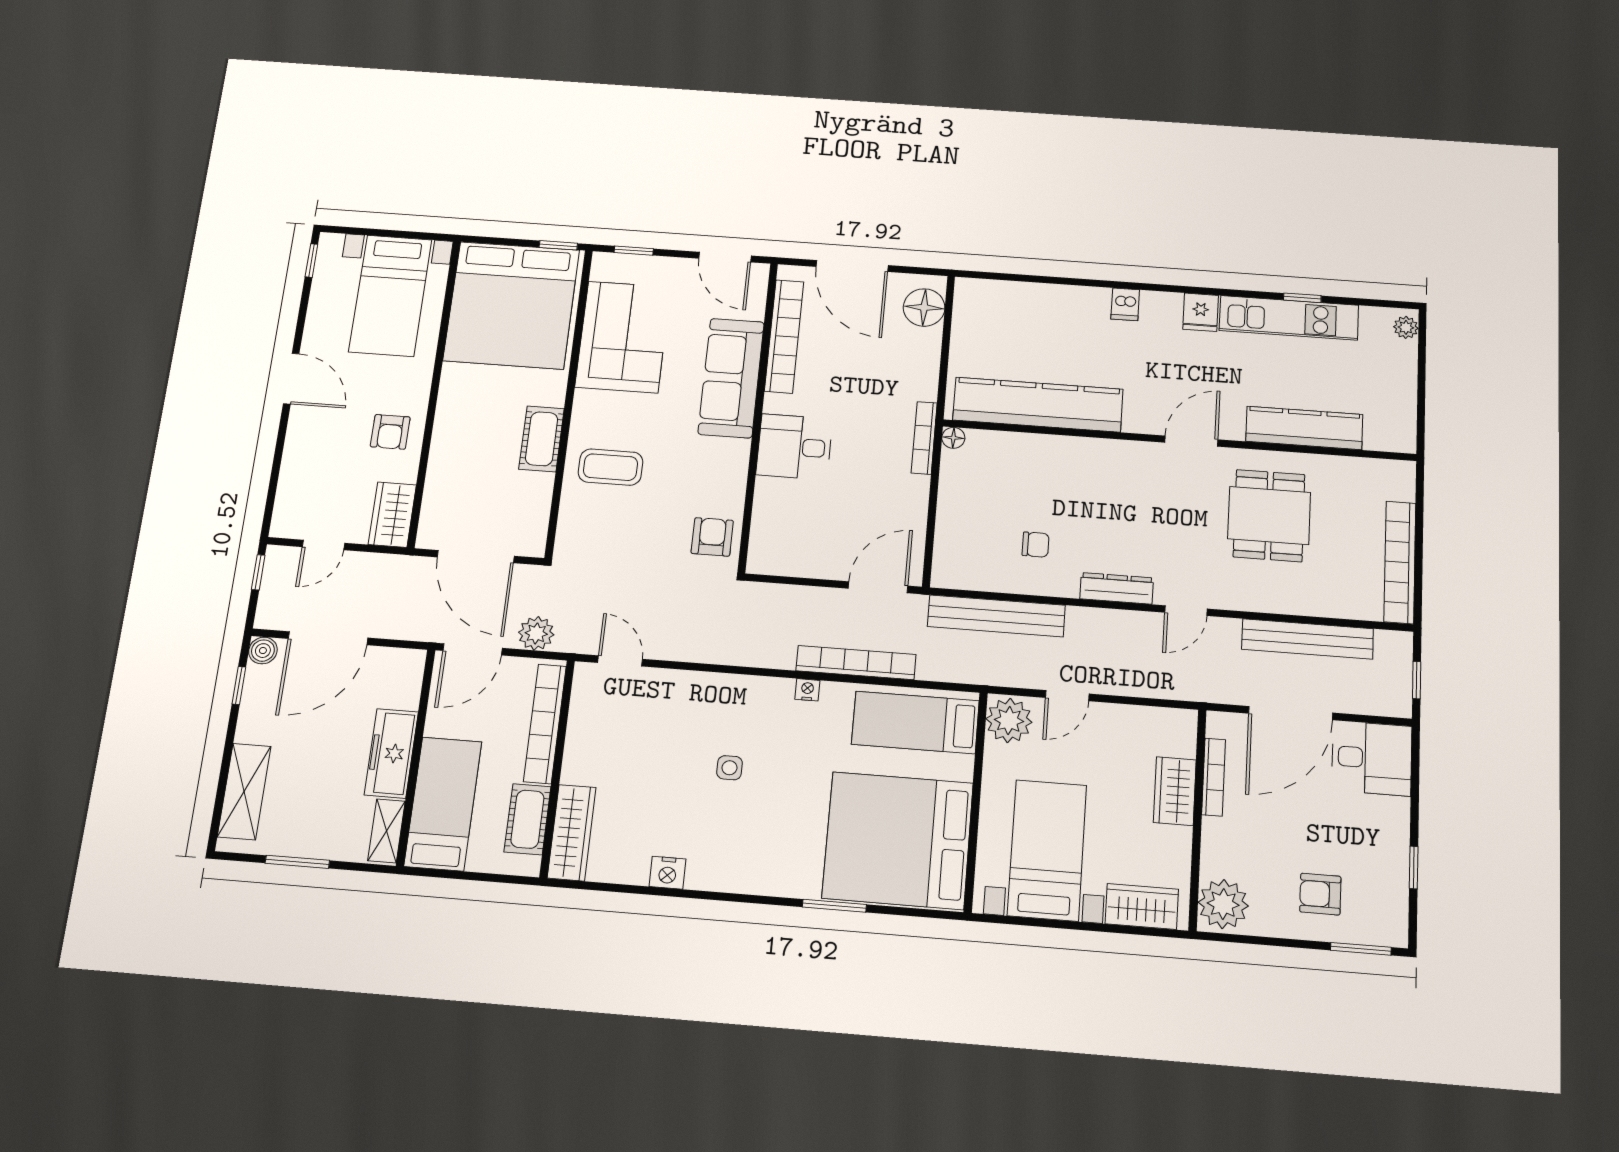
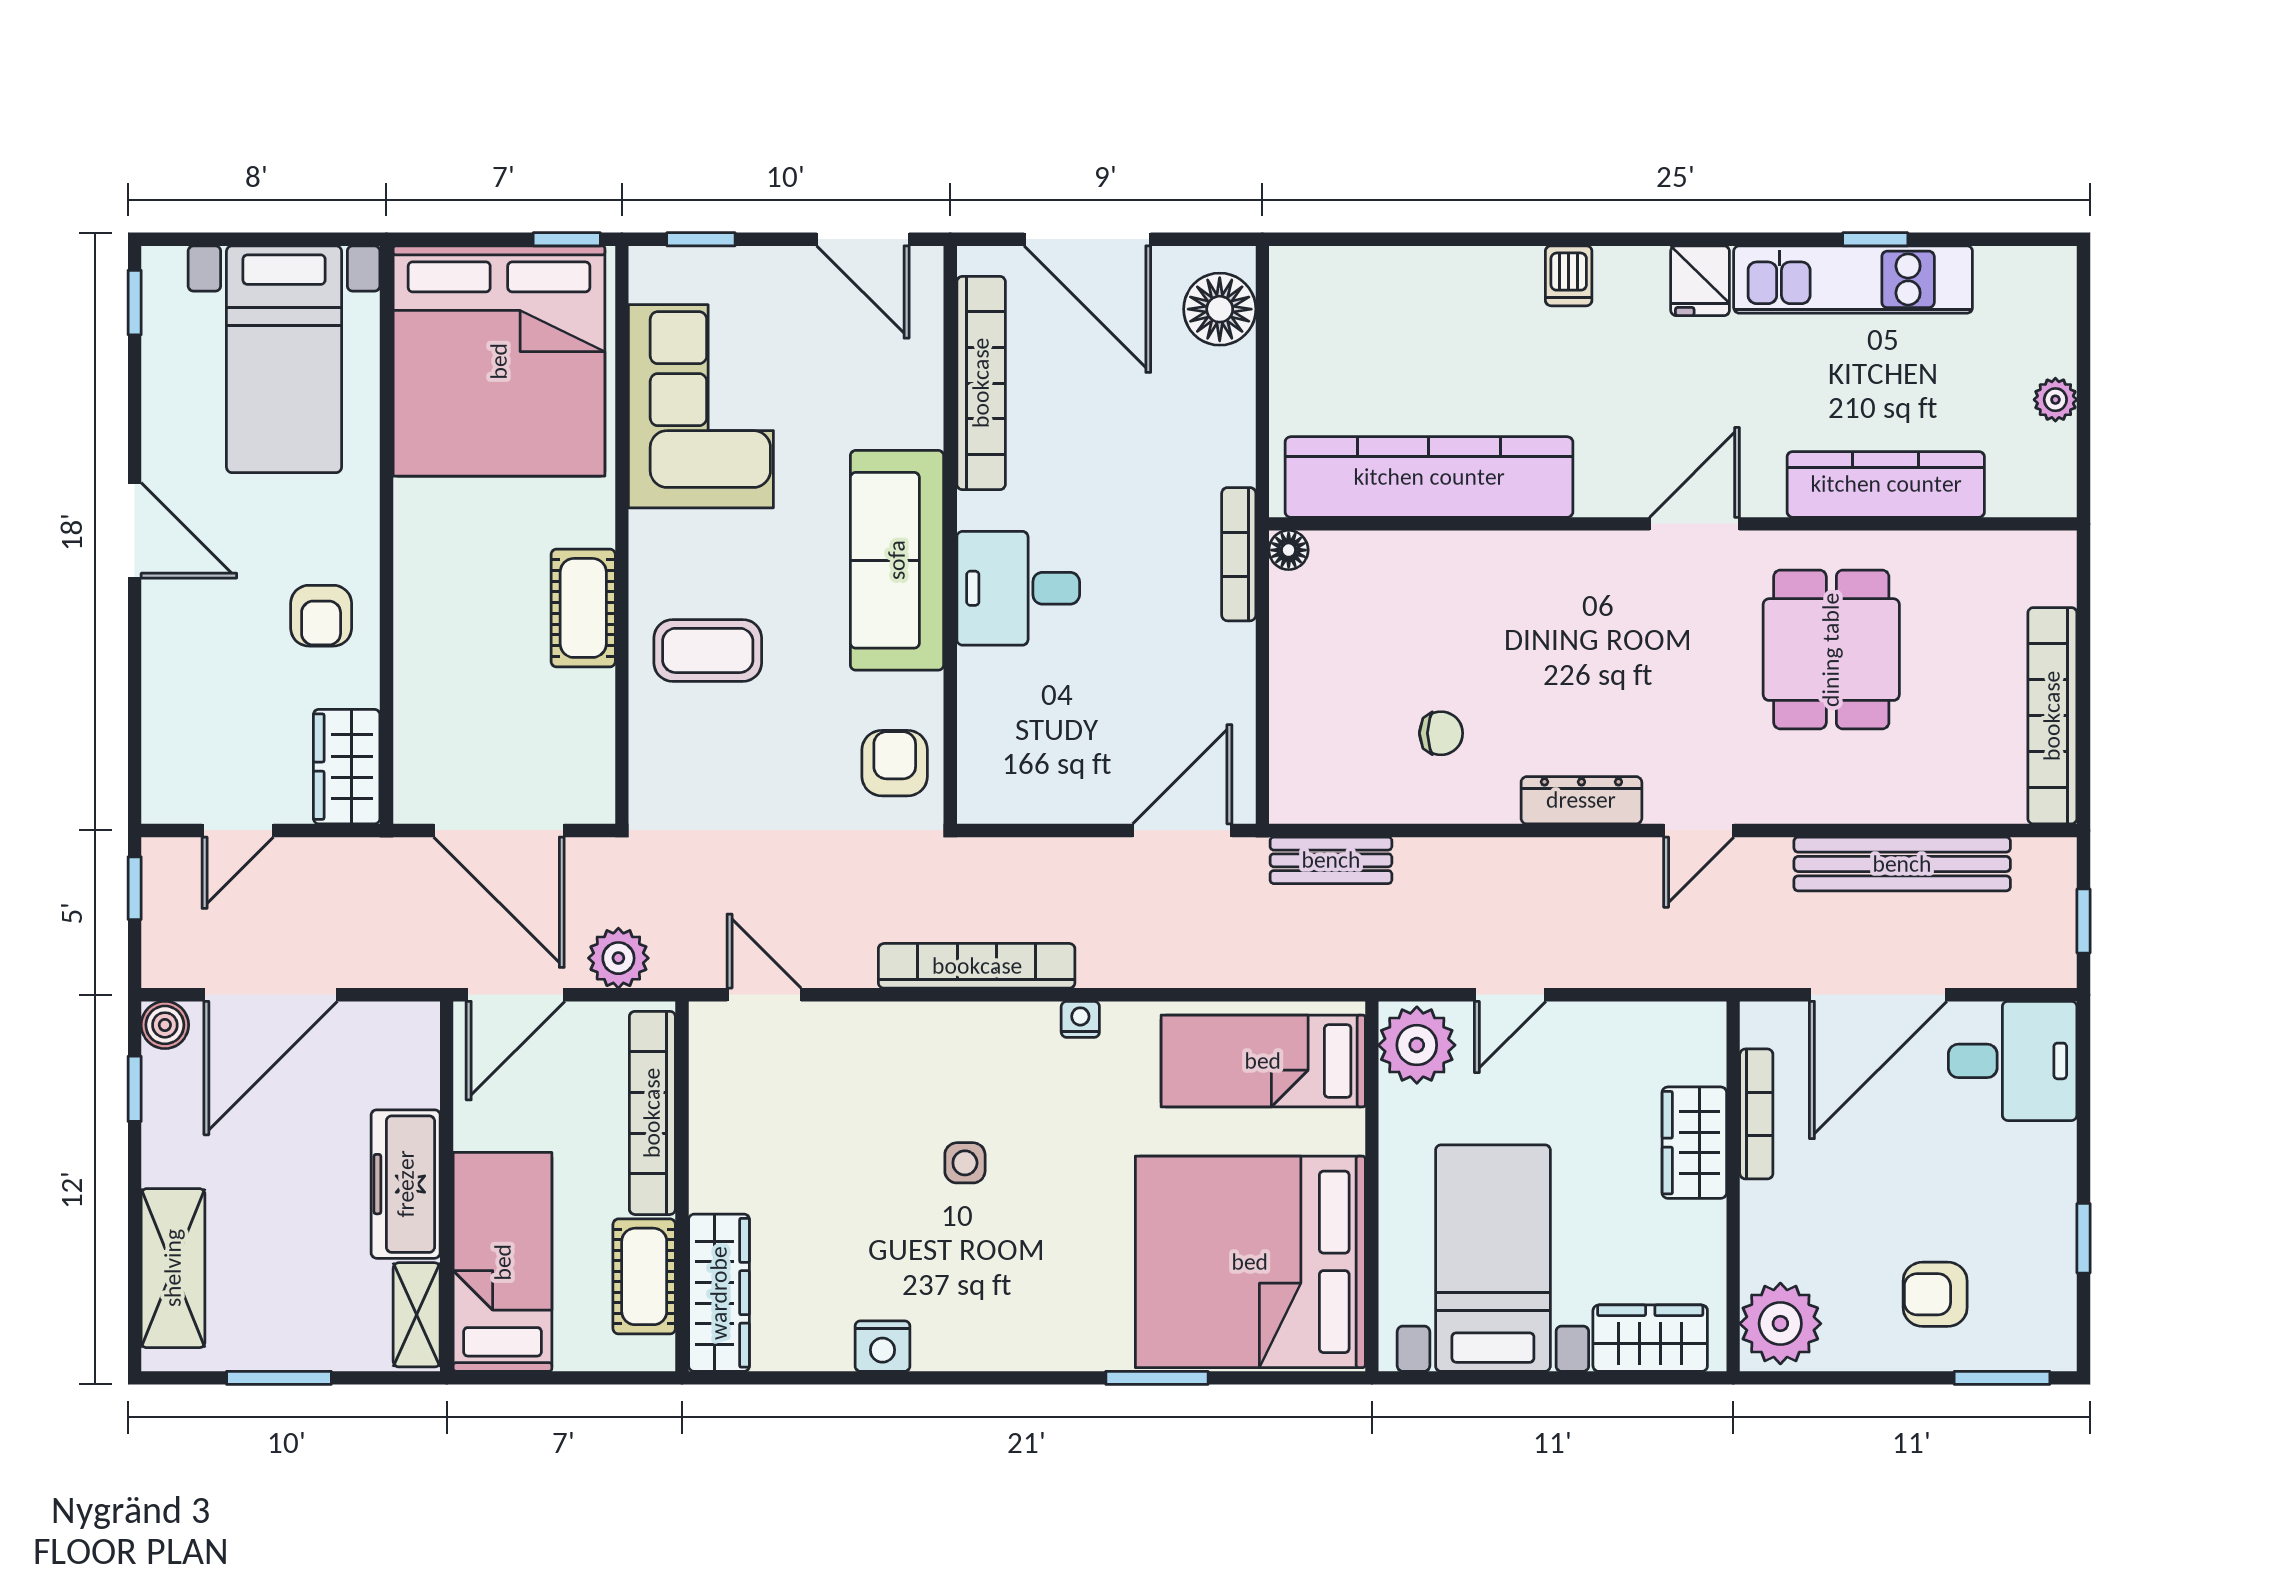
plant: (1406, 327) -> (2055, 400), moved
sofa: (731, 378) -> (897, 560), moved
bench: (996, 616) -> (1331, 860), width x0.54, depth x0.82
bookcase: (856, 663) -> (977, 966), moved

